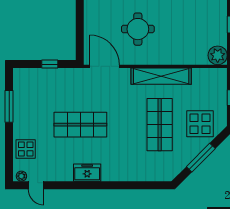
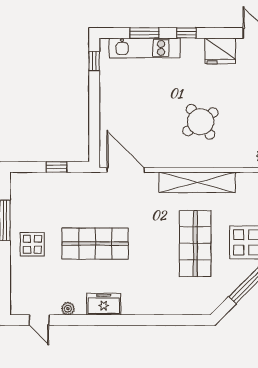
round table: (138, 29) -> (200, 122), moved, turned -36
display table: (26, 149) -> (32, 244), moved
plant: (21, 176) -> (68, 309), moved

